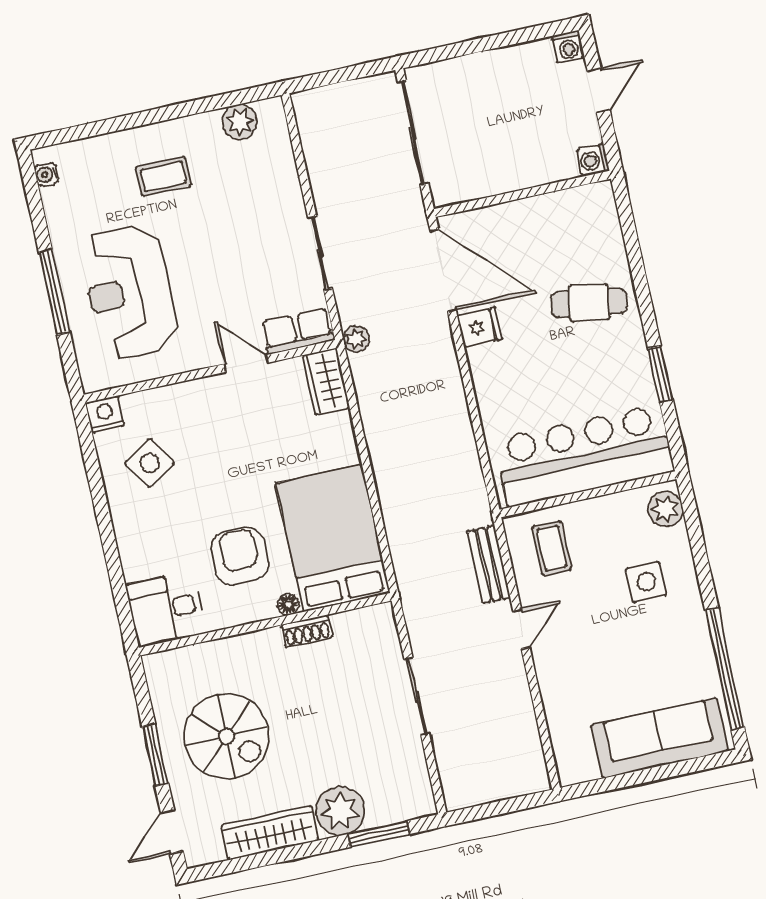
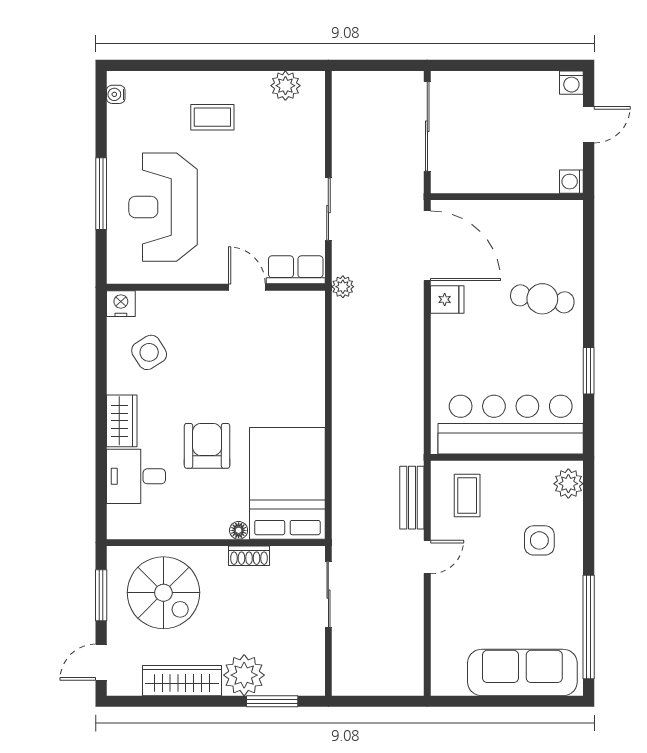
wardrobe: (326, 381) -> (122, 421), moved, turned 180
bed: (333, 538) -> (287, 483), moved
floor lamp: (288, 604) -> (239, 530), moved
wall: (265, 624) -> (216, 543), moved
shoe rack: (307, 631) -> (249, 556), moved

